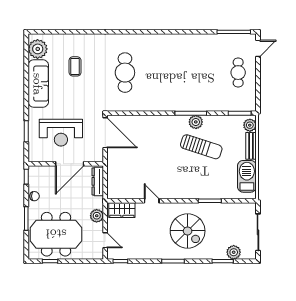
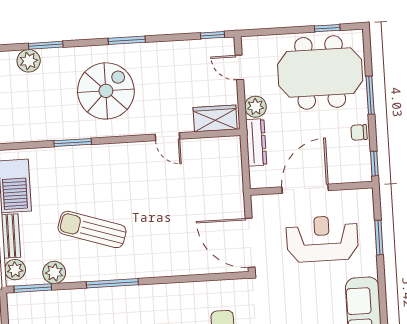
plant: (196, 122) -> (54, 272), moved
dresser: (98, 181) -> (256, 142), moved
spiral stairs: (188, 231) -> (106, 91), turned 90

